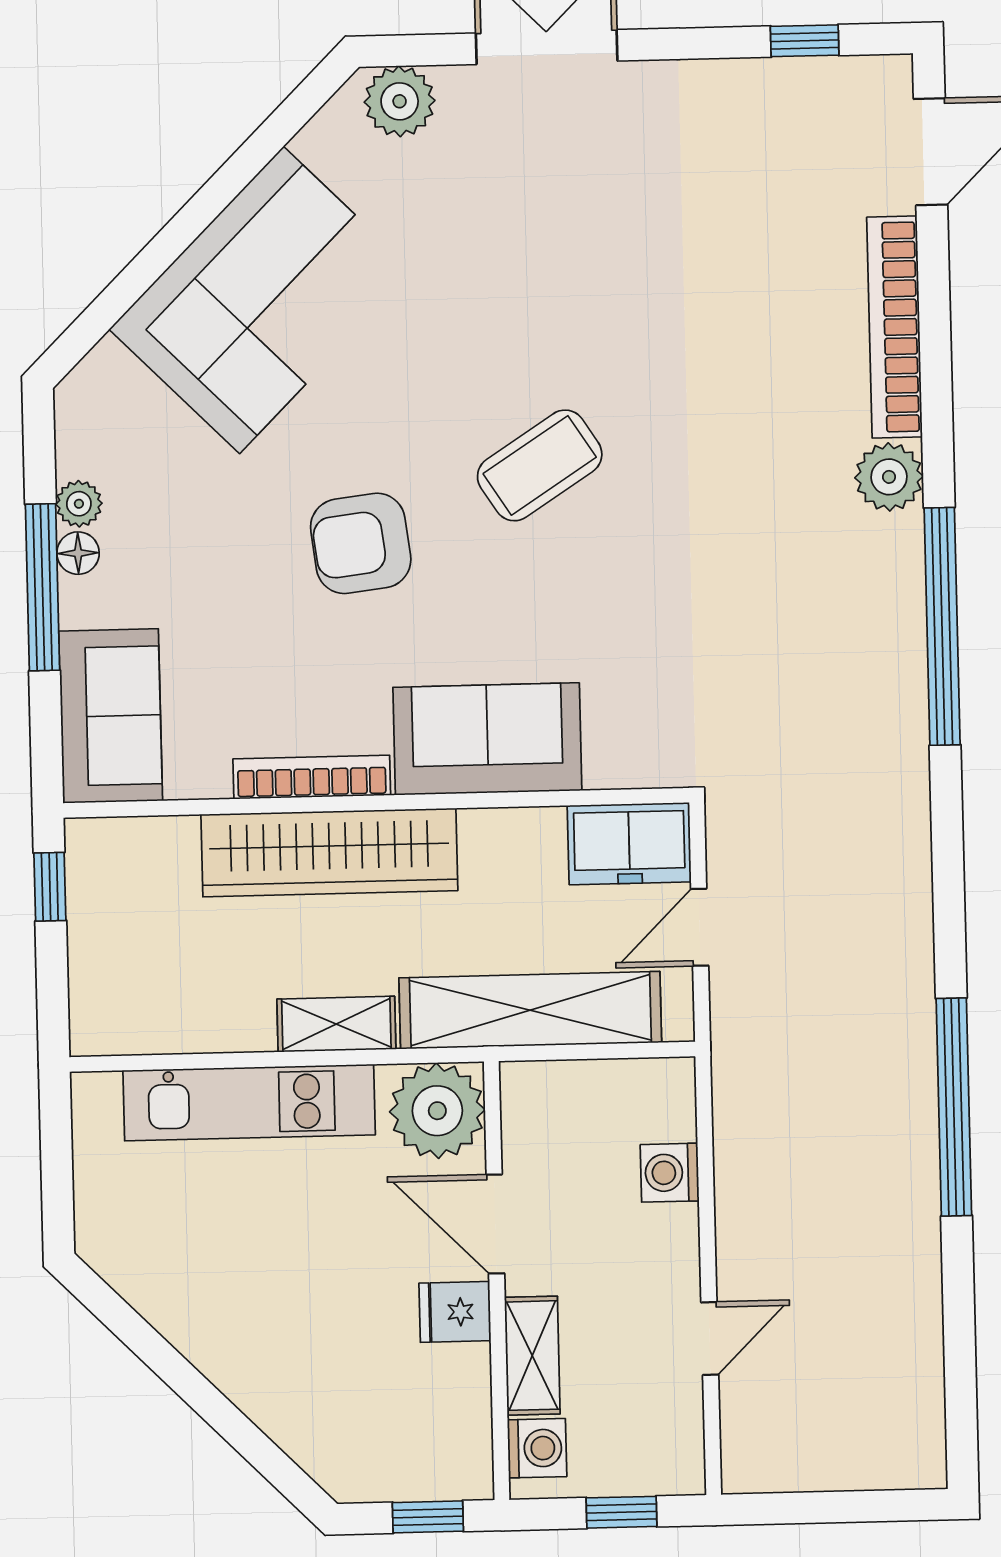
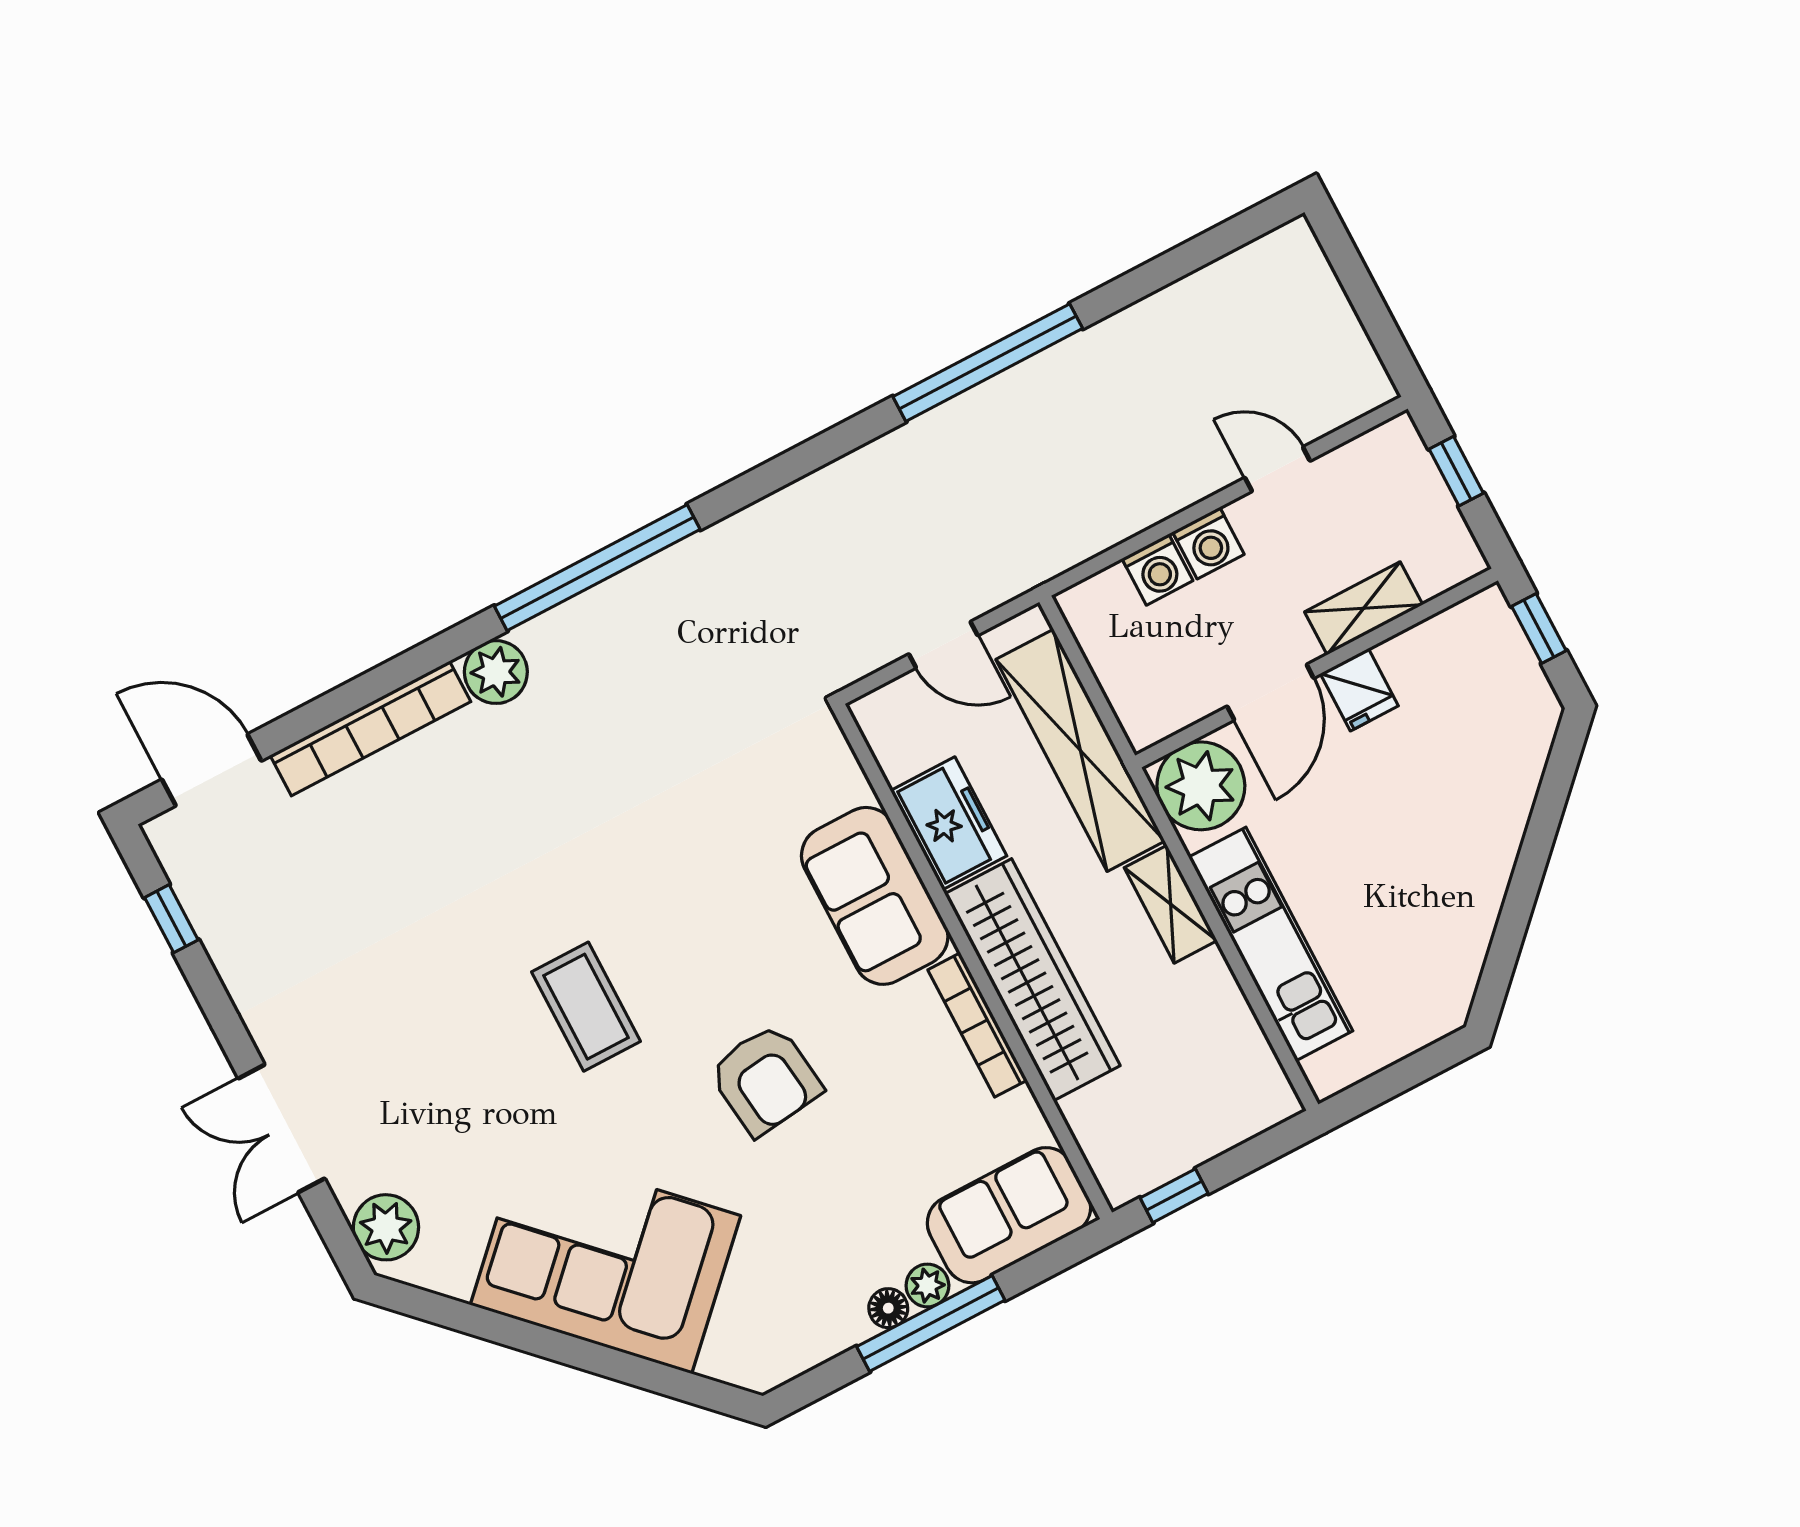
coffee table: (540, 465) -> (586, 1007), moved, turned 33
plant: (79, 504) -> (927, 1285), moved
freezer: (629, 844) -> (949, 823), moved
washing machine: (537, 1448) -> (1208, 543), moved, turned 180

